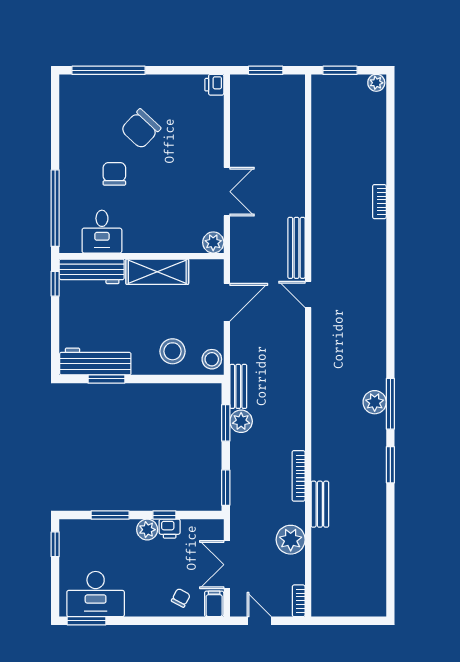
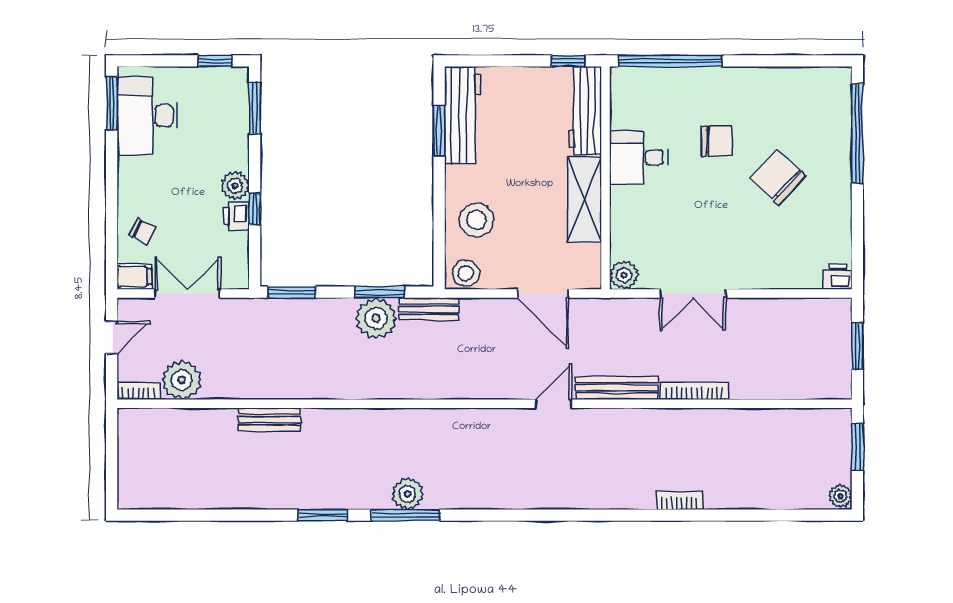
desk: (102, 232) -> (639, 157), moved
plant: (241, 421) -> (376, 318), width x1.36, depth x1.36
bookcase: (299, 476) -> (695, 391), moved
window: (110, 515) -> (255, 108), moved
plant: (291, 540) -> (182, 380), moved

